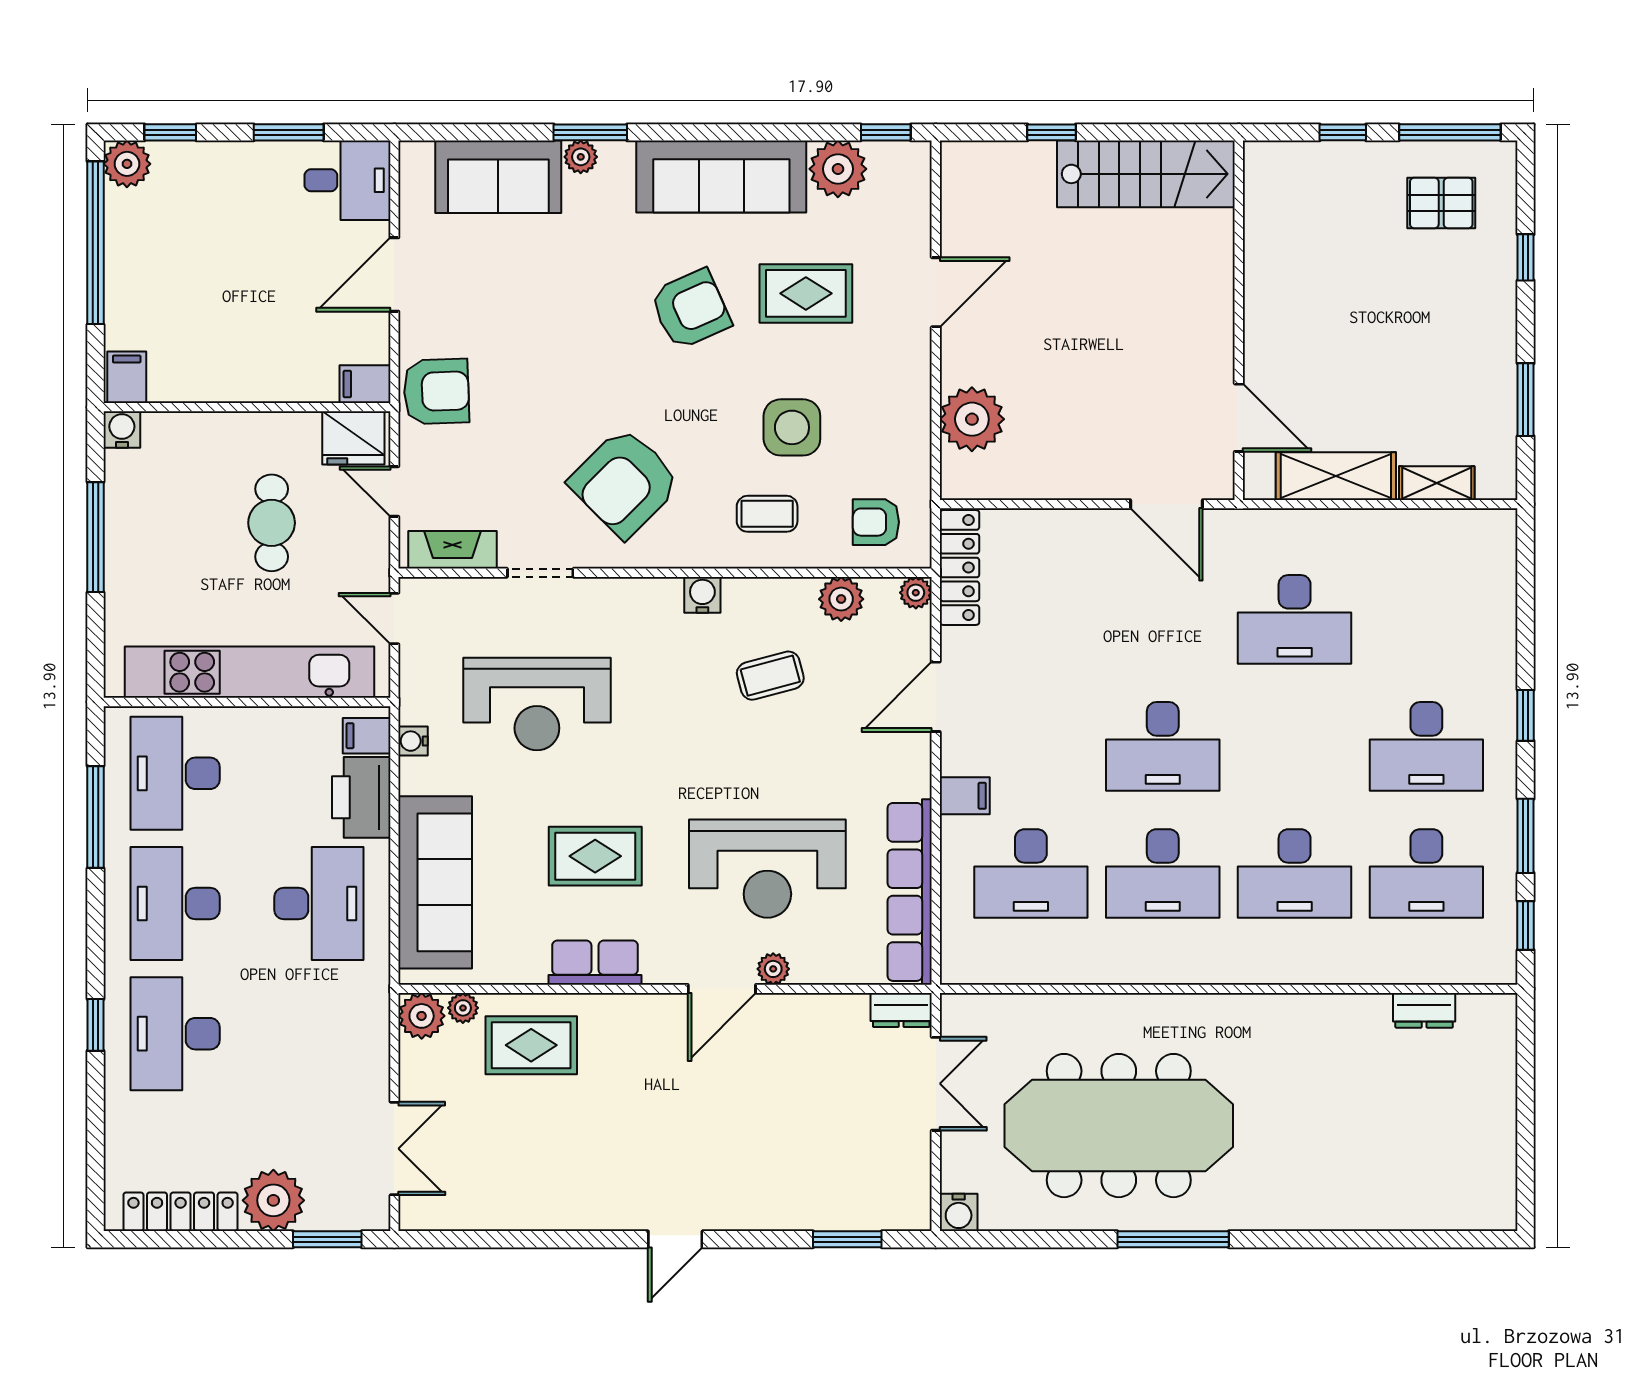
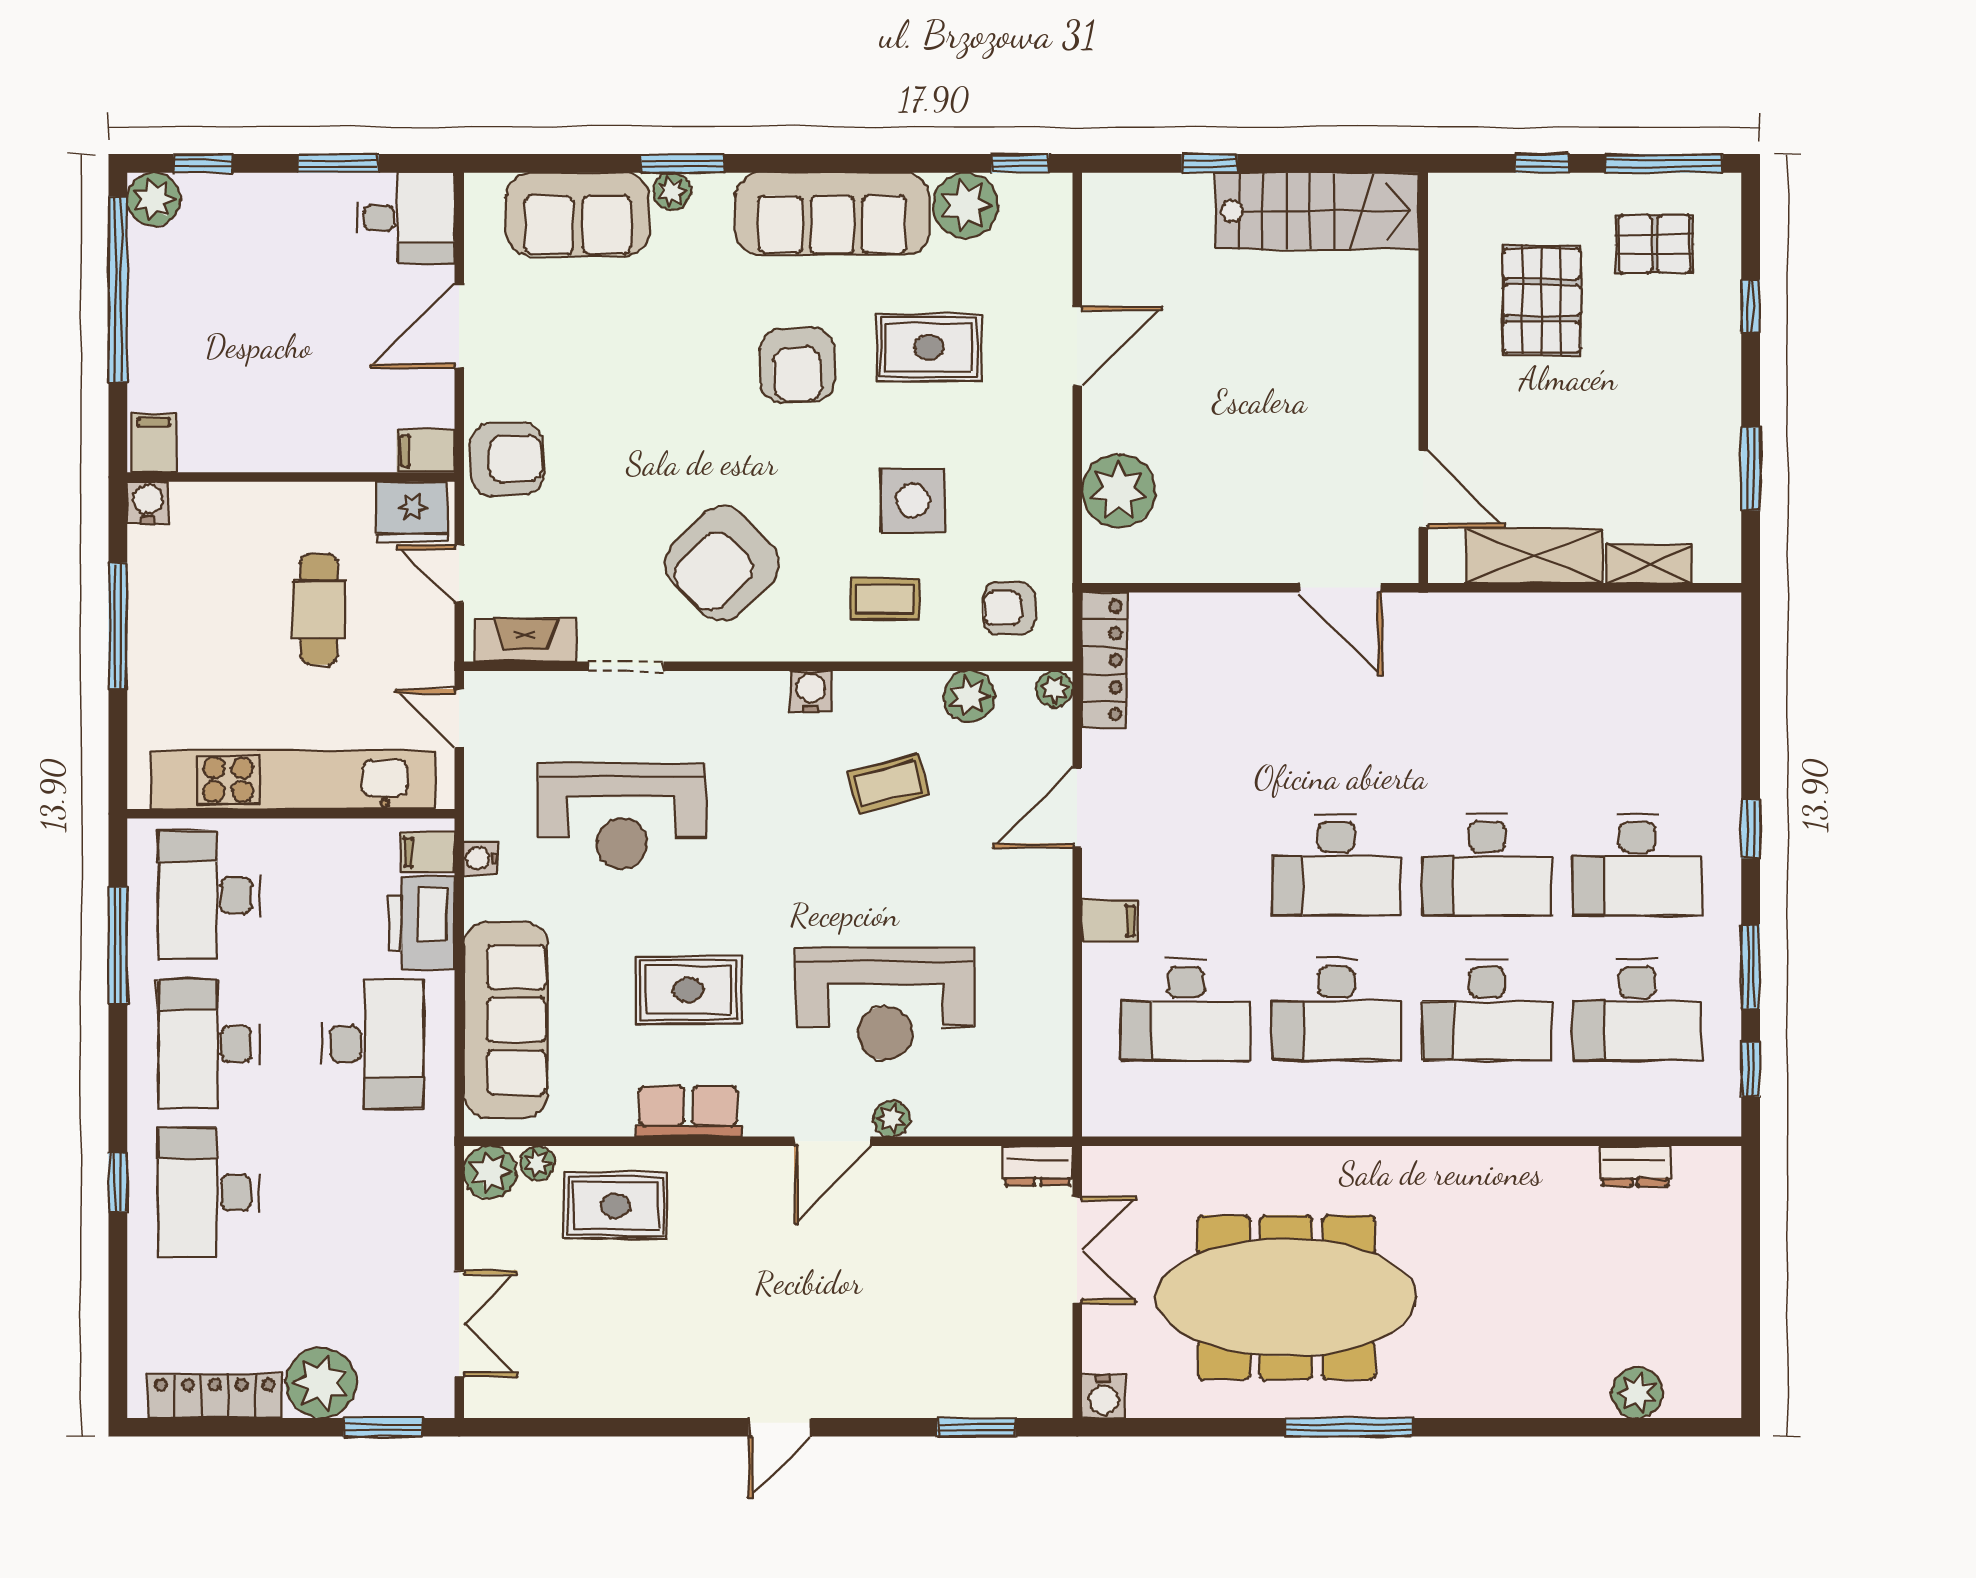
pallet: (1343, 252) -> (1542, 300), added
armchair: (690, 309) -> (797, 365), turned 112
desk: (1295, 619) -> (1487, 865), moved
row of seats: (910, 892) -> (1047, 1031), removed
plant: (1426, 1209) -> (1637, 1393), added

